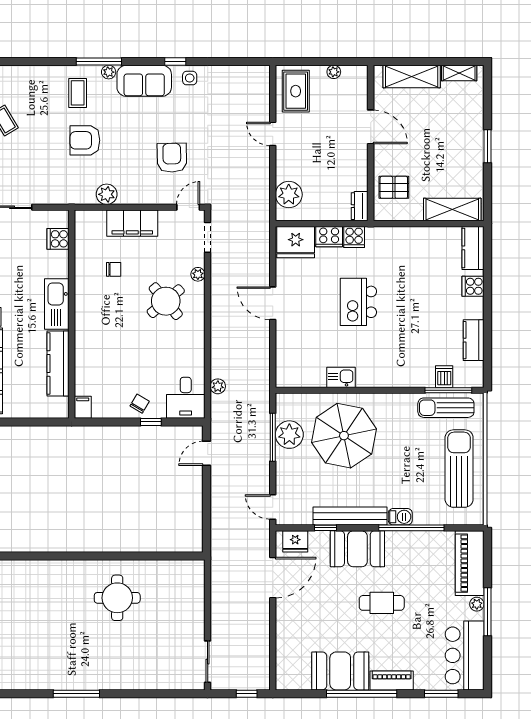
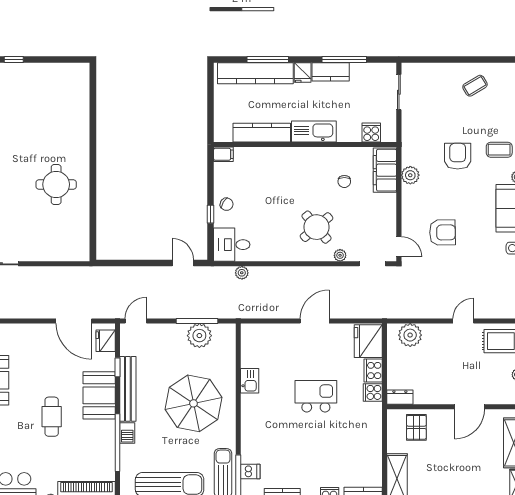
filing cabinet: (132, 223) -> (385, 170), moved
parasol: (344, 436) -> (193, 403), moved

